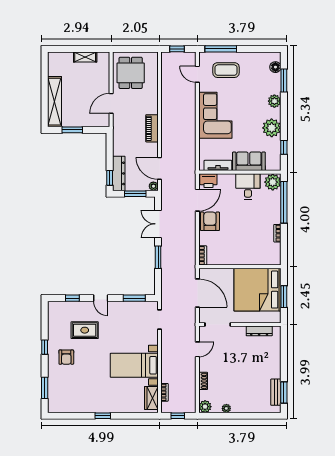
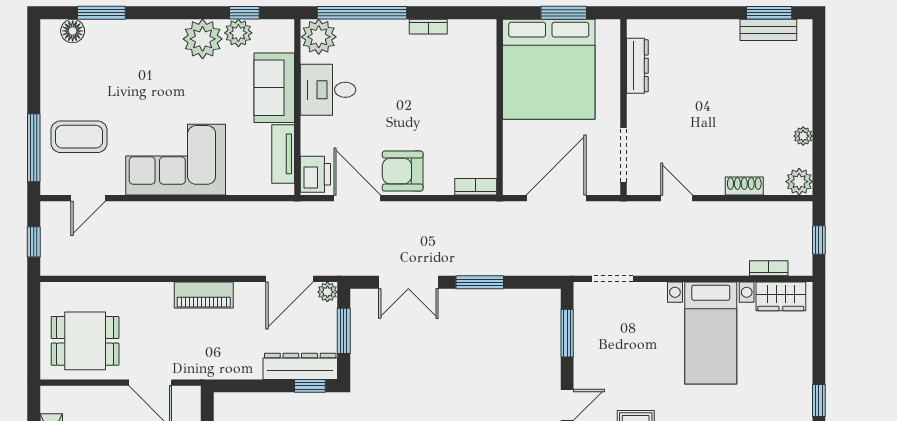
coffee table: (226, 70) -> (79, 137), turned 90
plant: (274, 101) -> (238, 33), moved

